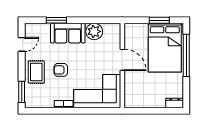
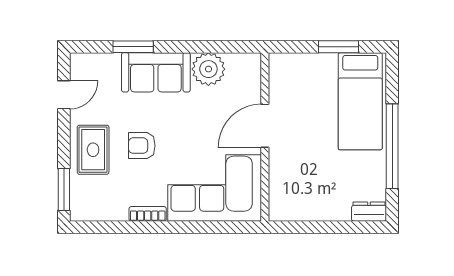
bed: (165, 48) -> (360, 101), width x0.67
window: (186, 55) -> (392, 146), moved
door: (122, 60) -> (265, 126), swing flipped

